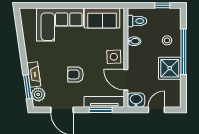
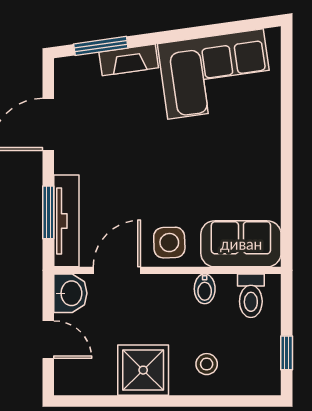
sofa: (102, 18) -> (241, 244), moved, turned 90
corner sofa: (60, 24) -> (216, 74), moved, turned -98
window: (183, 52) -> (180, 401), removed
armchair: (75, 74) -> (129, 155), removed
plant: (38, 94) -> (83, 70), removed

